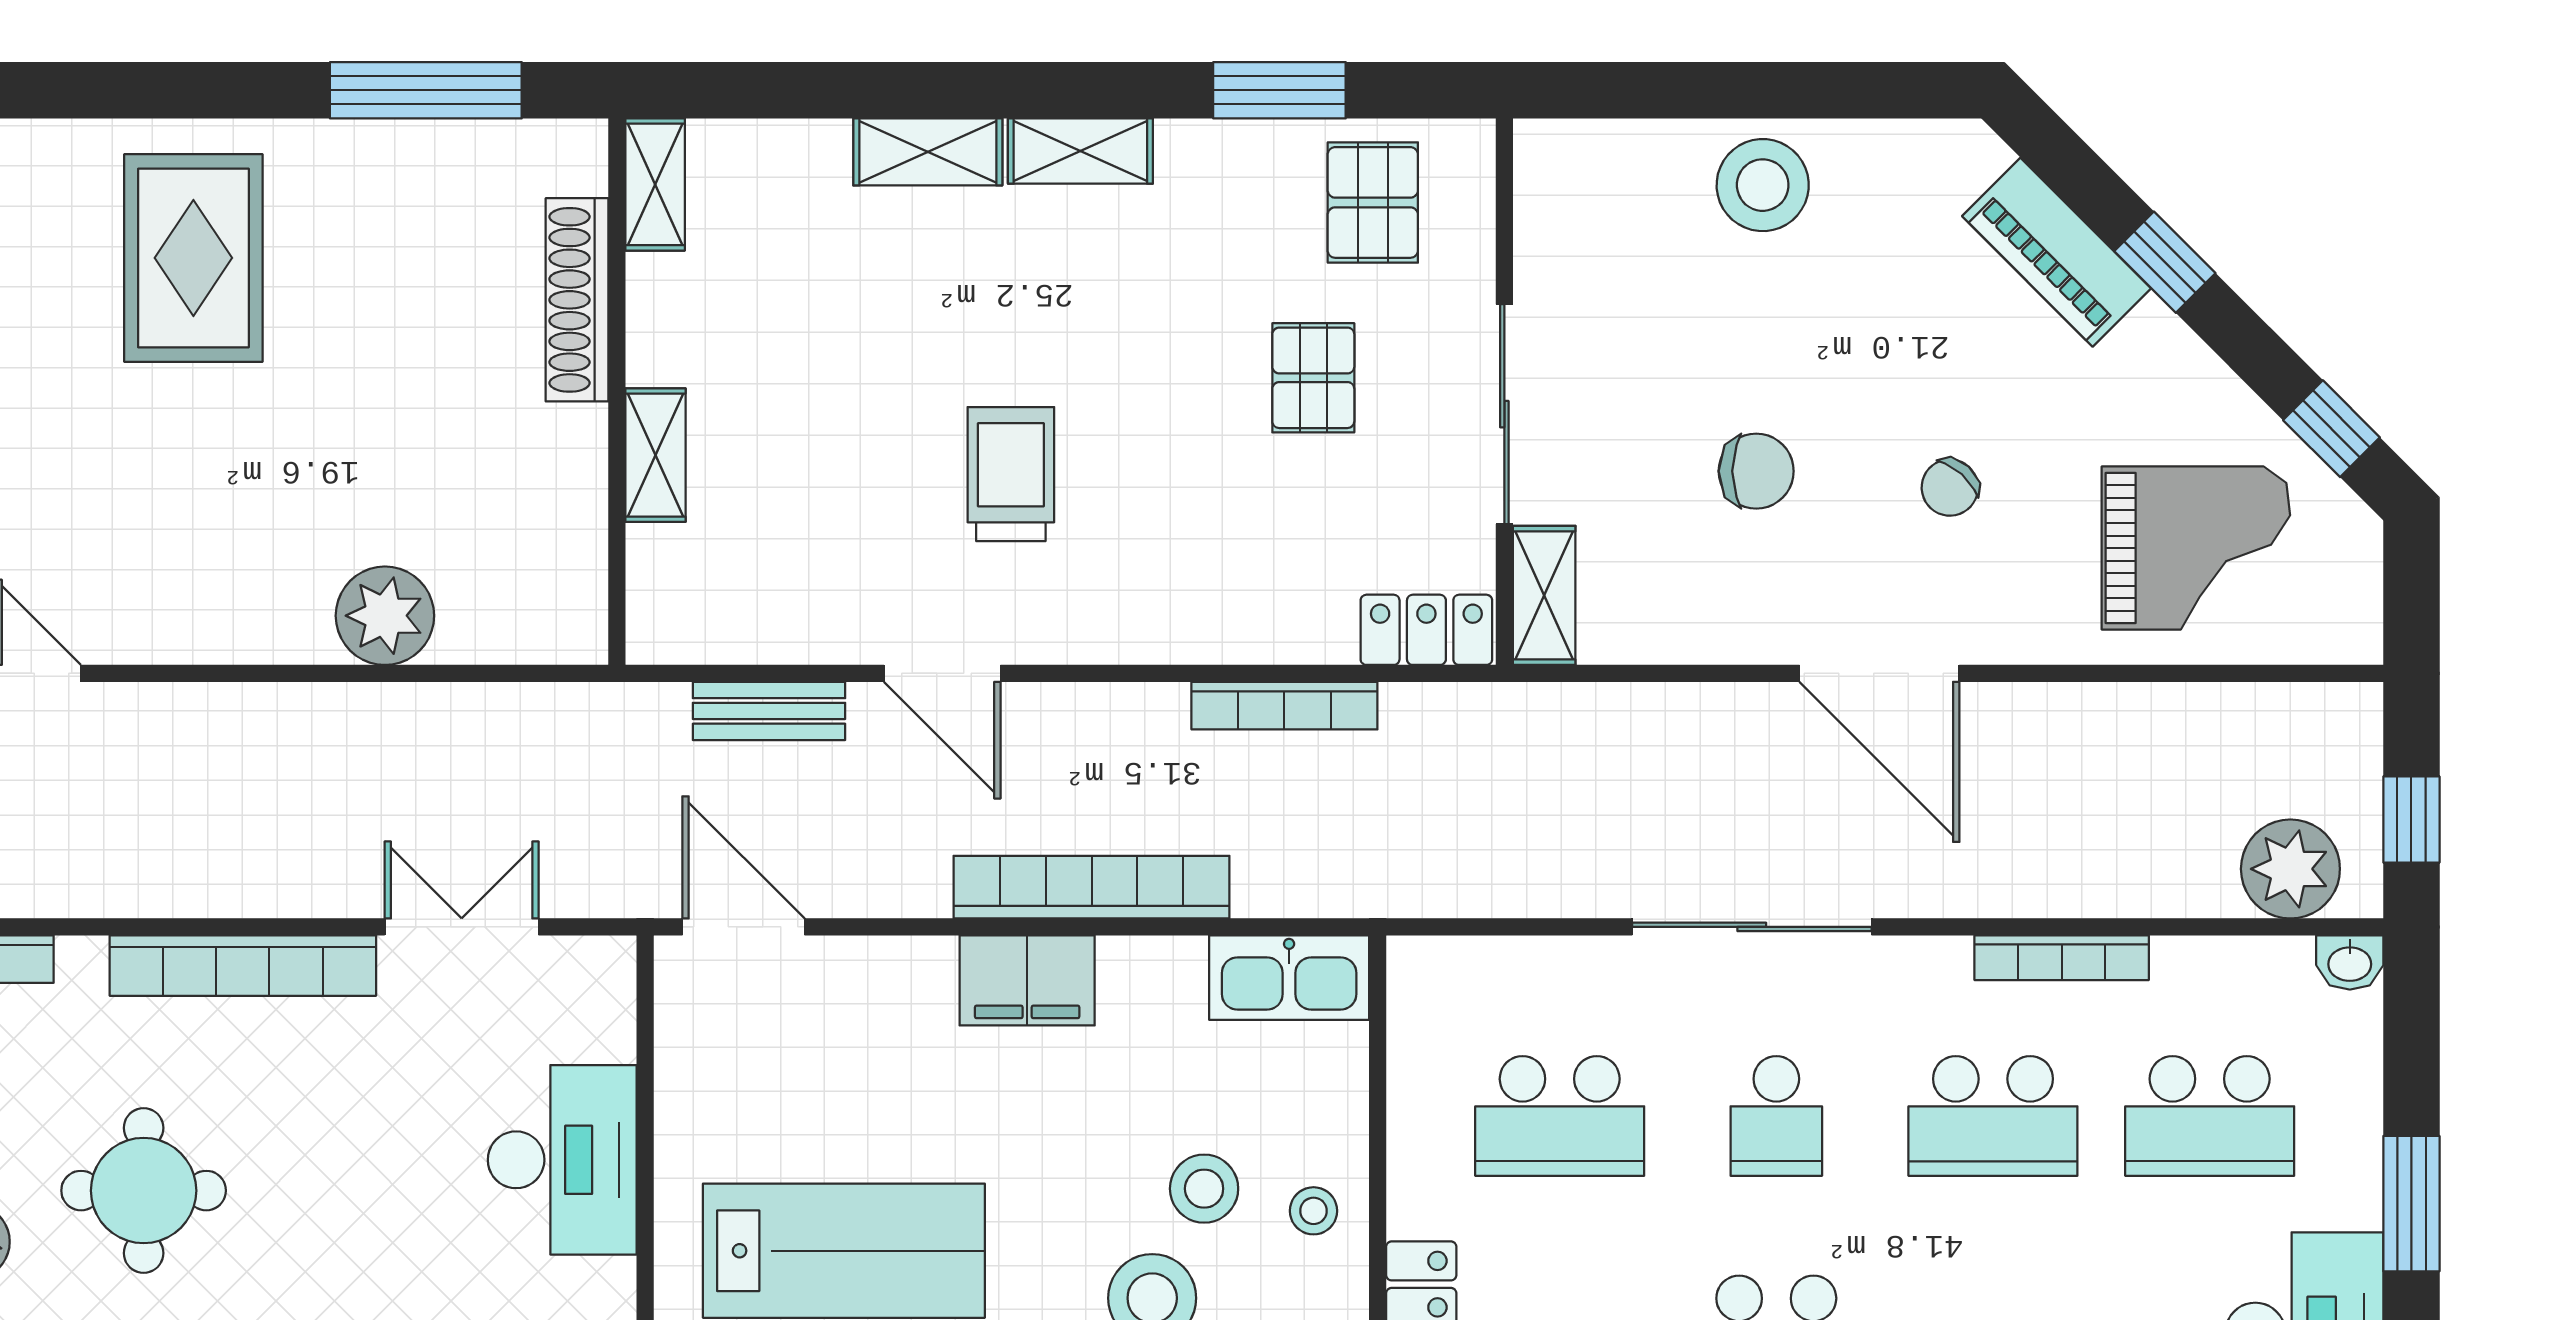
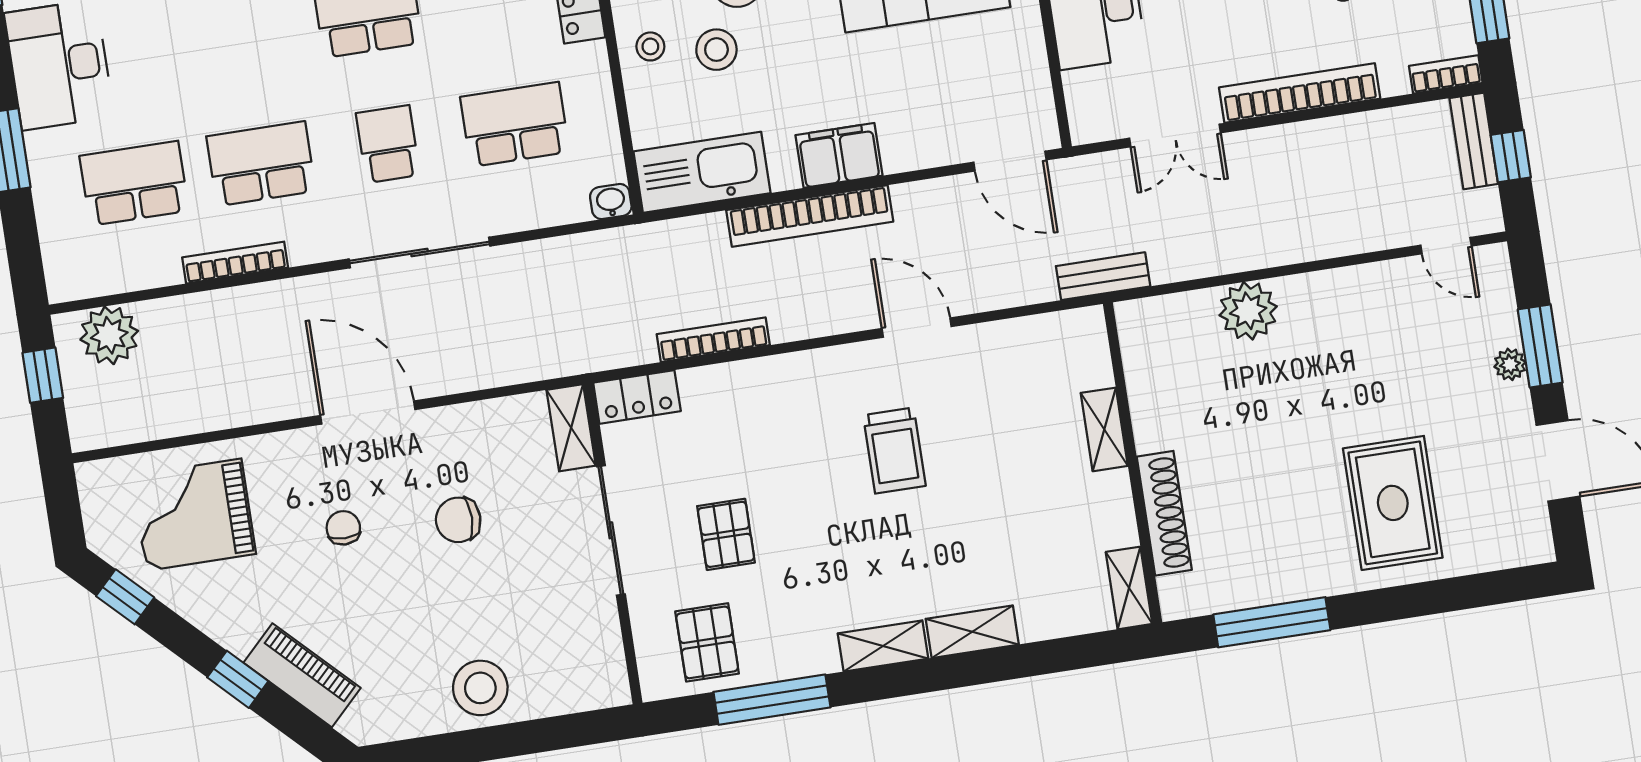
window: (1279, 90) -> (772, 700), width x1.44
chair: (1950, 488) -> (343, 528), turned -42
bench: (769, 711) -> (1103, 276), moved
washbasin: (2350, 962) -> (611, 202), moved
kitchen sink: (1289, 978) -> (702, 172), width x1.36, depth x1.24

